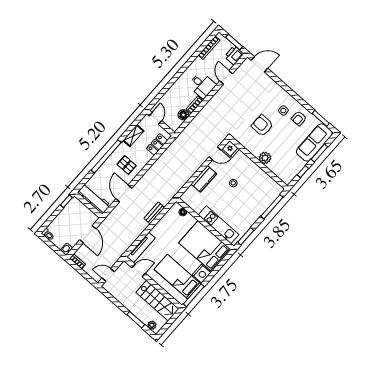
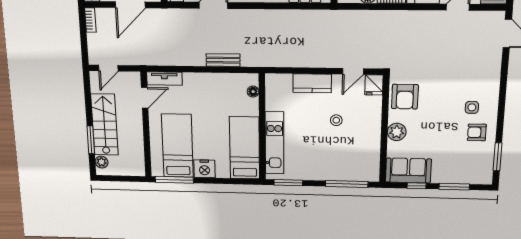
armchair: (262, 125) -> (405, 97), moved, turned 180
sofa: (314, 142) -> (408, 170), moved, width x0.73
door: (215, 153) -> (353, 71), hinge flipped
bed: (205, 246) -> (245, 148), width x0.67
tv unit: (141, 247) -> (164, 79), width x0.71
door: (139, 270) -> (145, 98), hinge flipped
door: (108, 275) -> (108, 68), swing flipped
stairs: (157, 301) -> (104, 125), moved, turned 180

